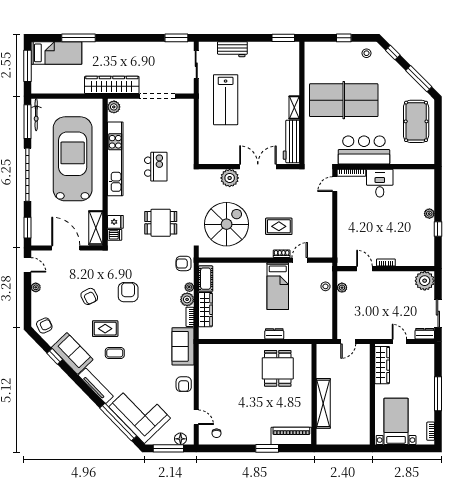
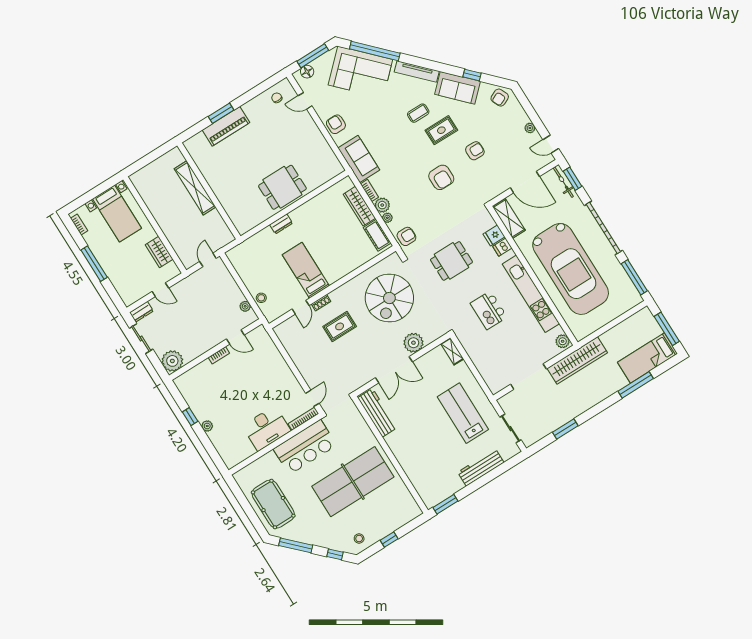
window: (176, 38) -> (565, 429), moved
workbench: (232, 49) -> (481, 467), width x1.38
shelving: (294, 107) -> (452, 351), moved
bicycle: (36, 115) -> (563, 182), moved
desk: (380, 183) -> (266, 428), width x1.37
dishwasher: (115, 235) -> (502, 247), moved
armchair: (89, 296) -> (475, 151), turned 117
wardrobe: (382, 365) -> (159, 252), width x0.67
dining table: (278, 368) -> (282, 187), moved, turned 90
piano: (291, 436) -> (226, 126), moved

